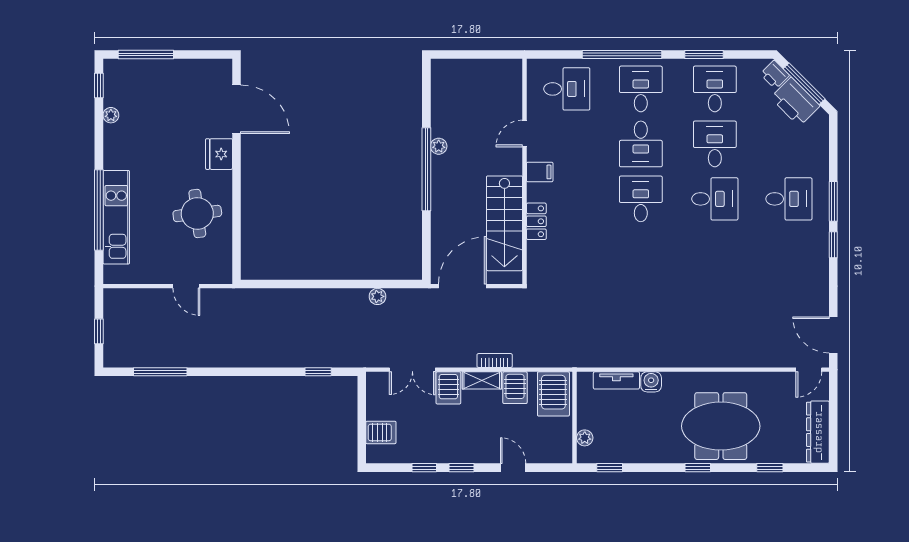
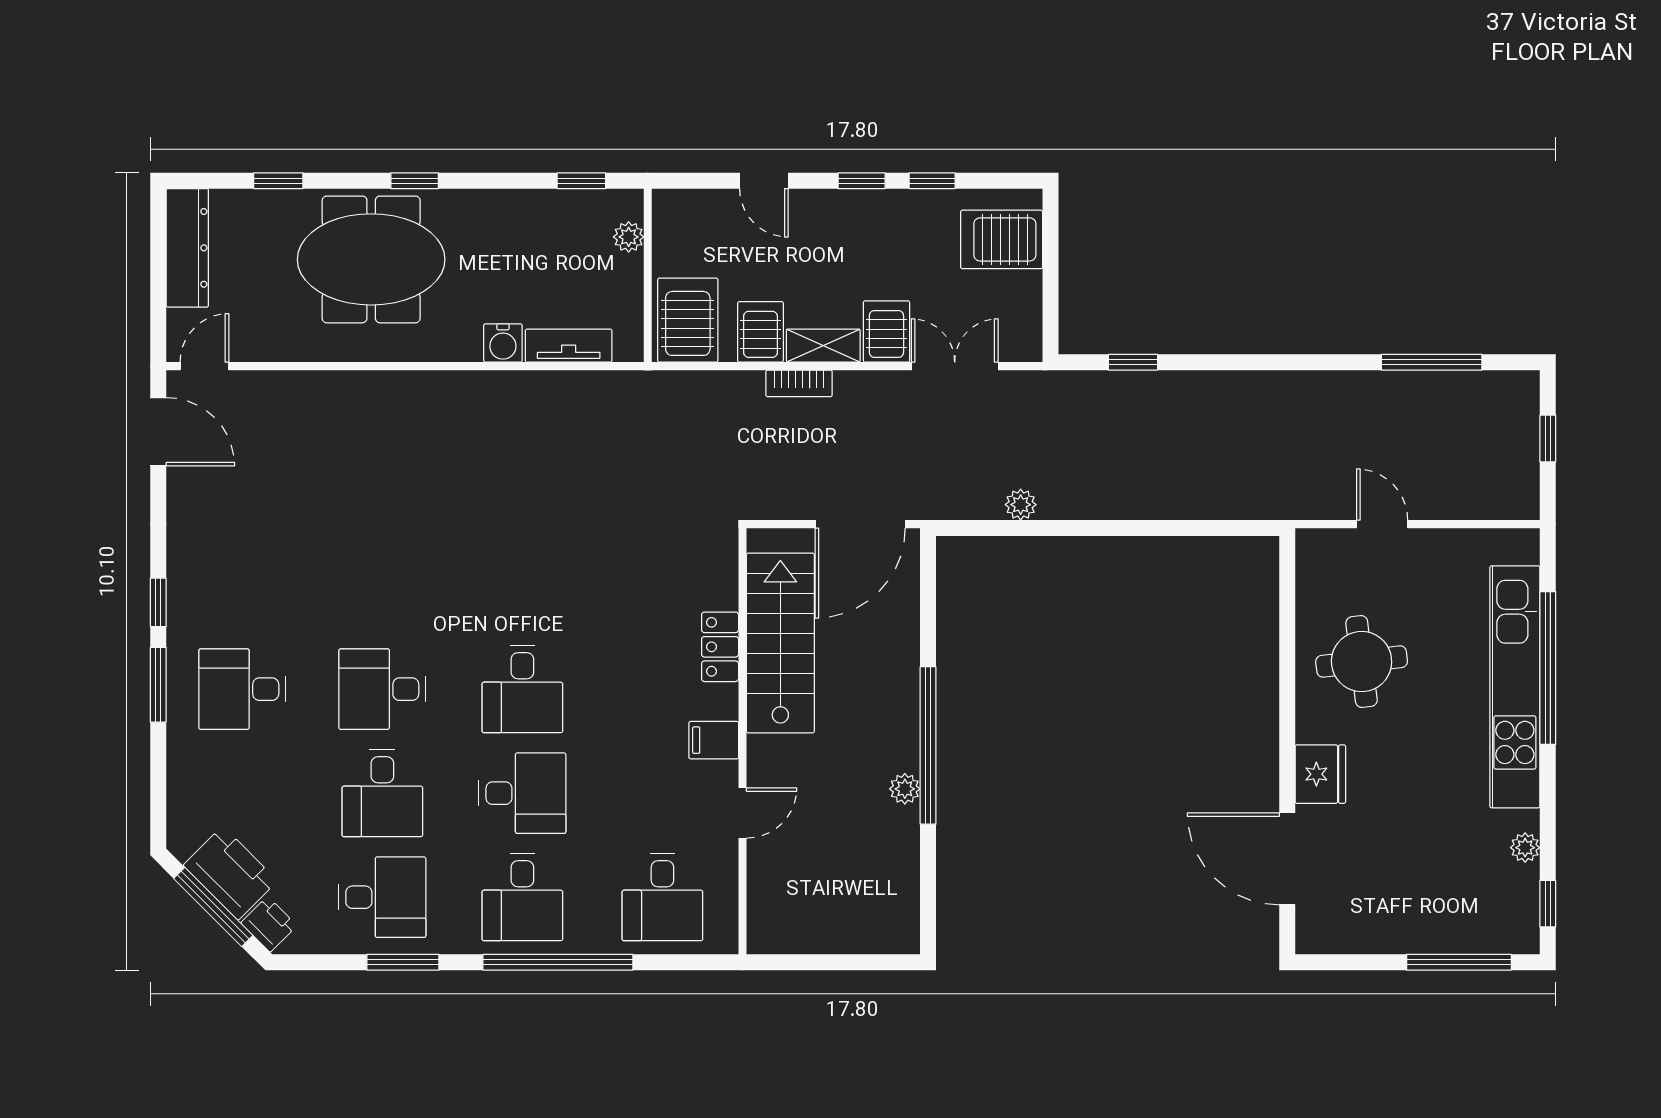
desk: (567, 89) -> (662, 897), turned -90
desk: (715, 89) -> (382, 897), turned -90
desk: (641, 144) -> (522, 793), turned 90
kitchen unit: (116, 217) -> (1515, 687), width x1.36
server rack: (381, 432) -> (1002, 239), width x1.36, depth x1.44

